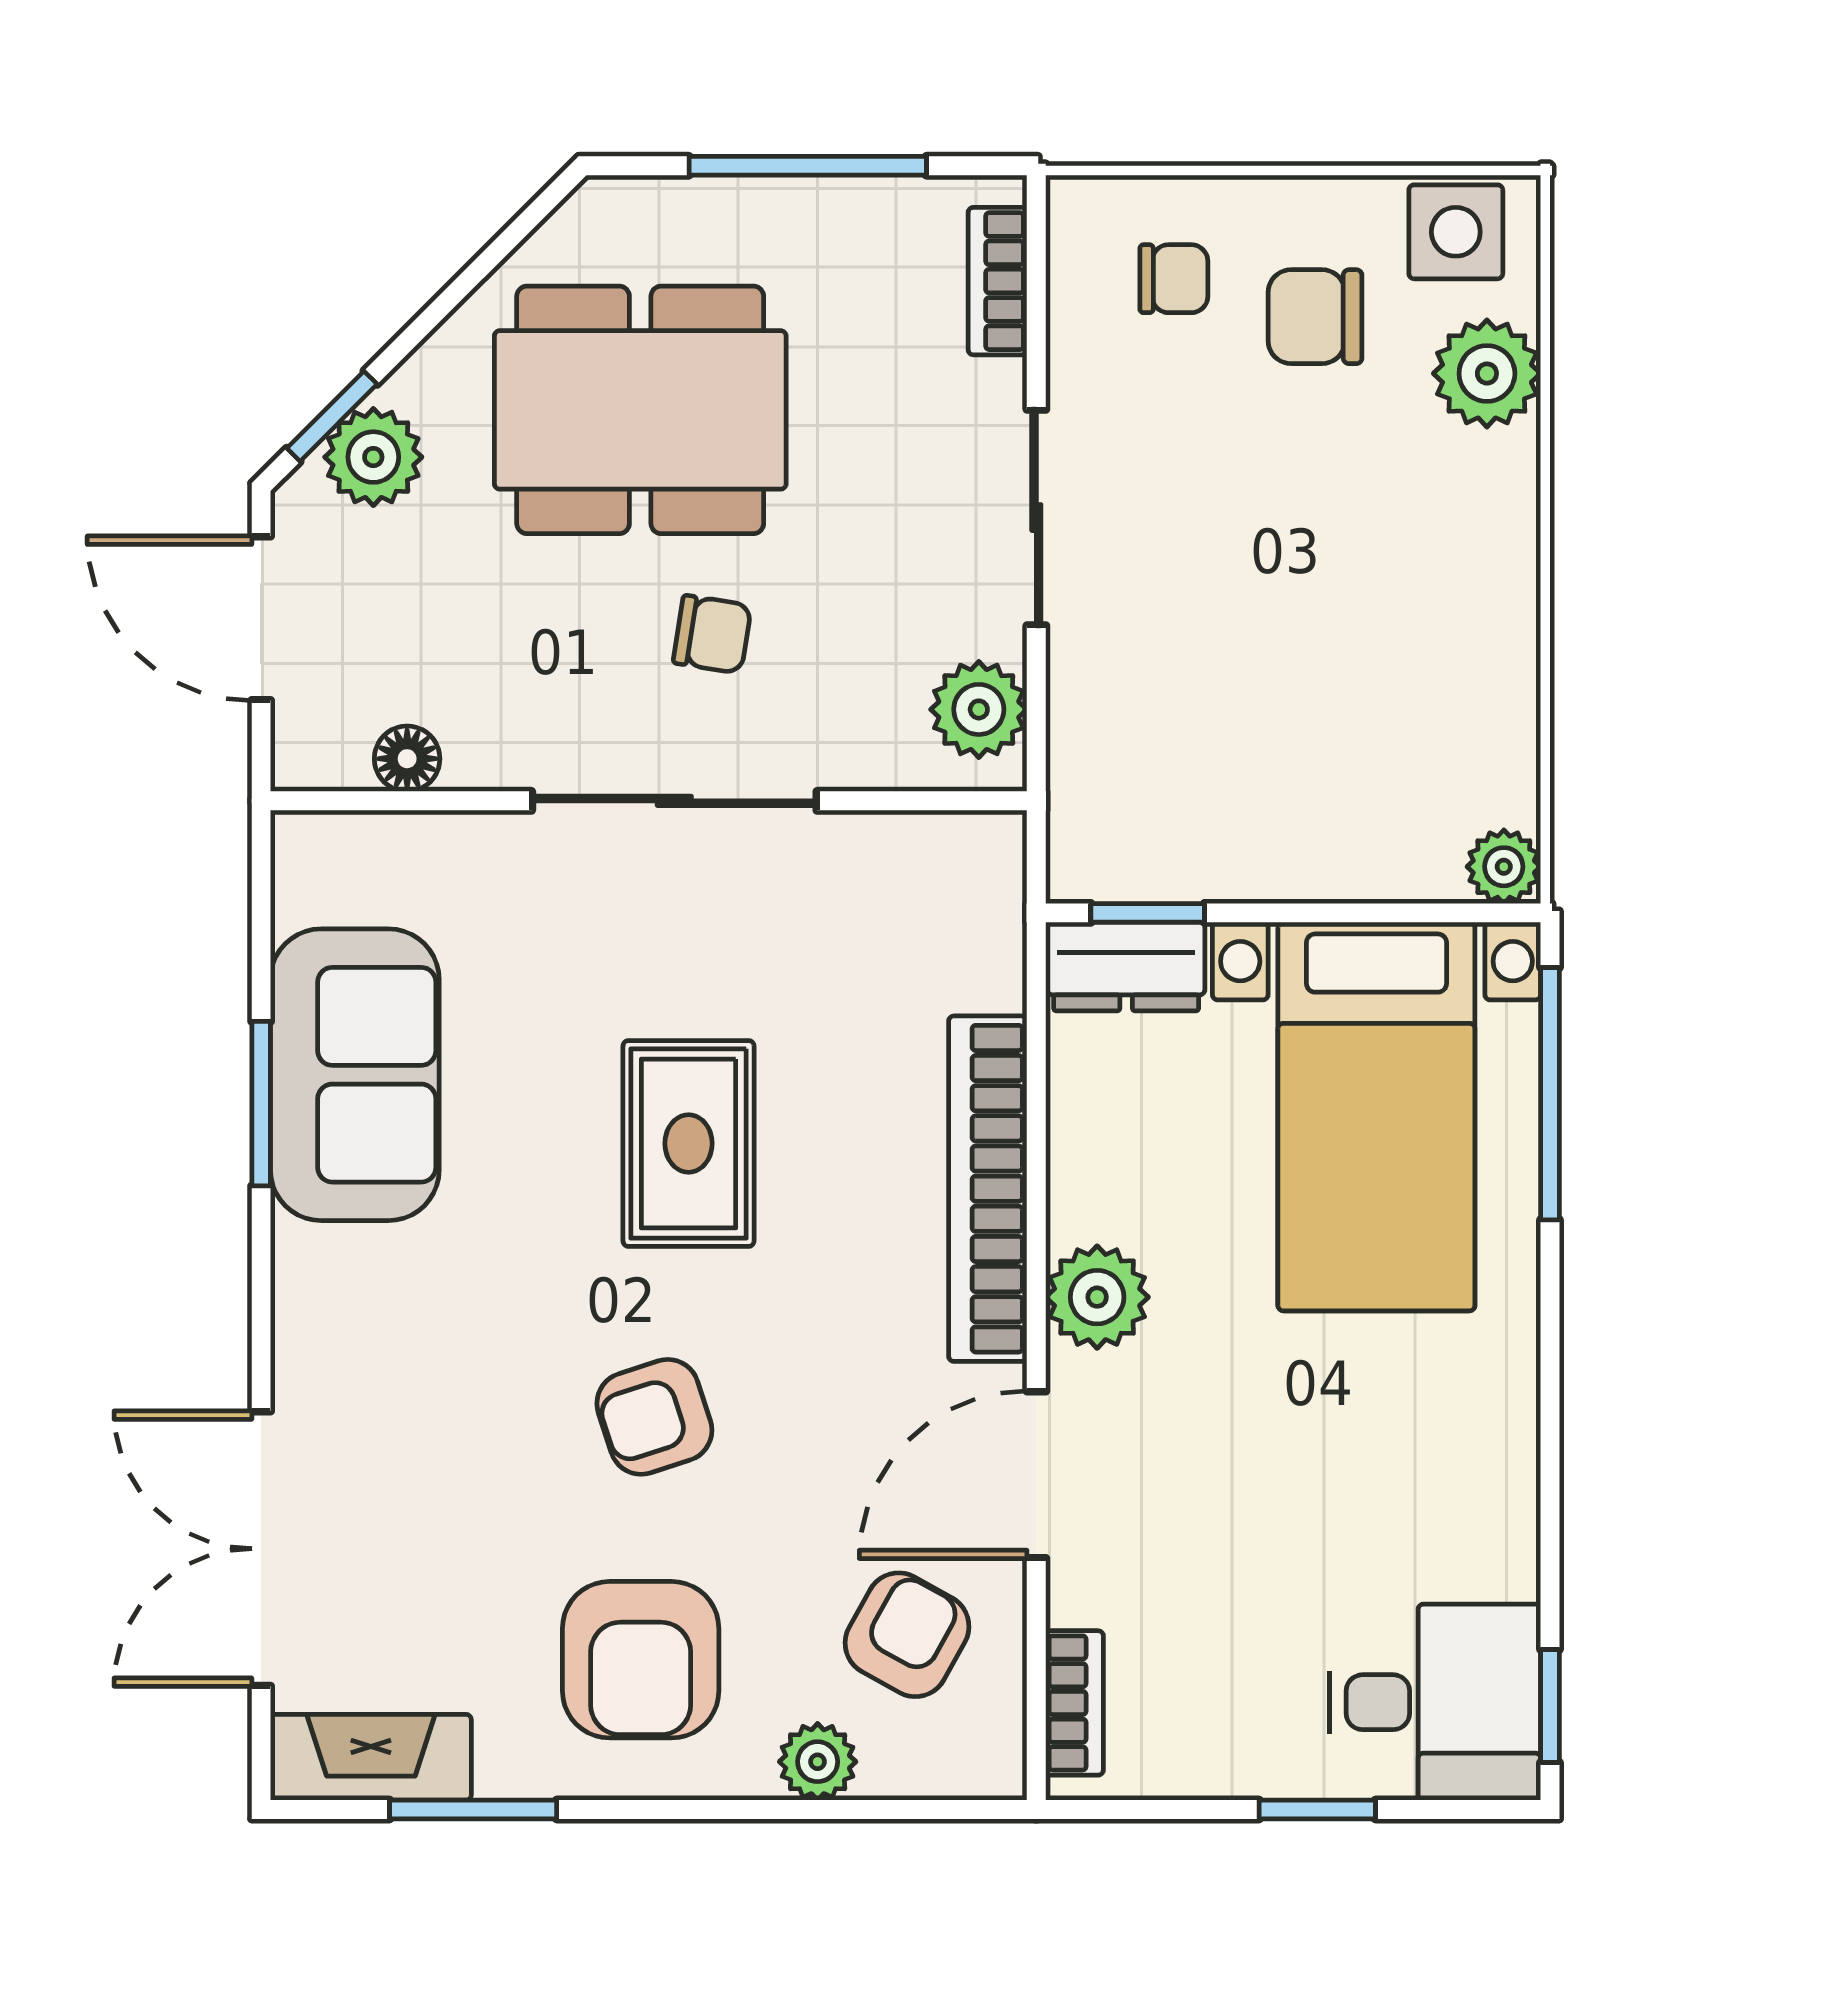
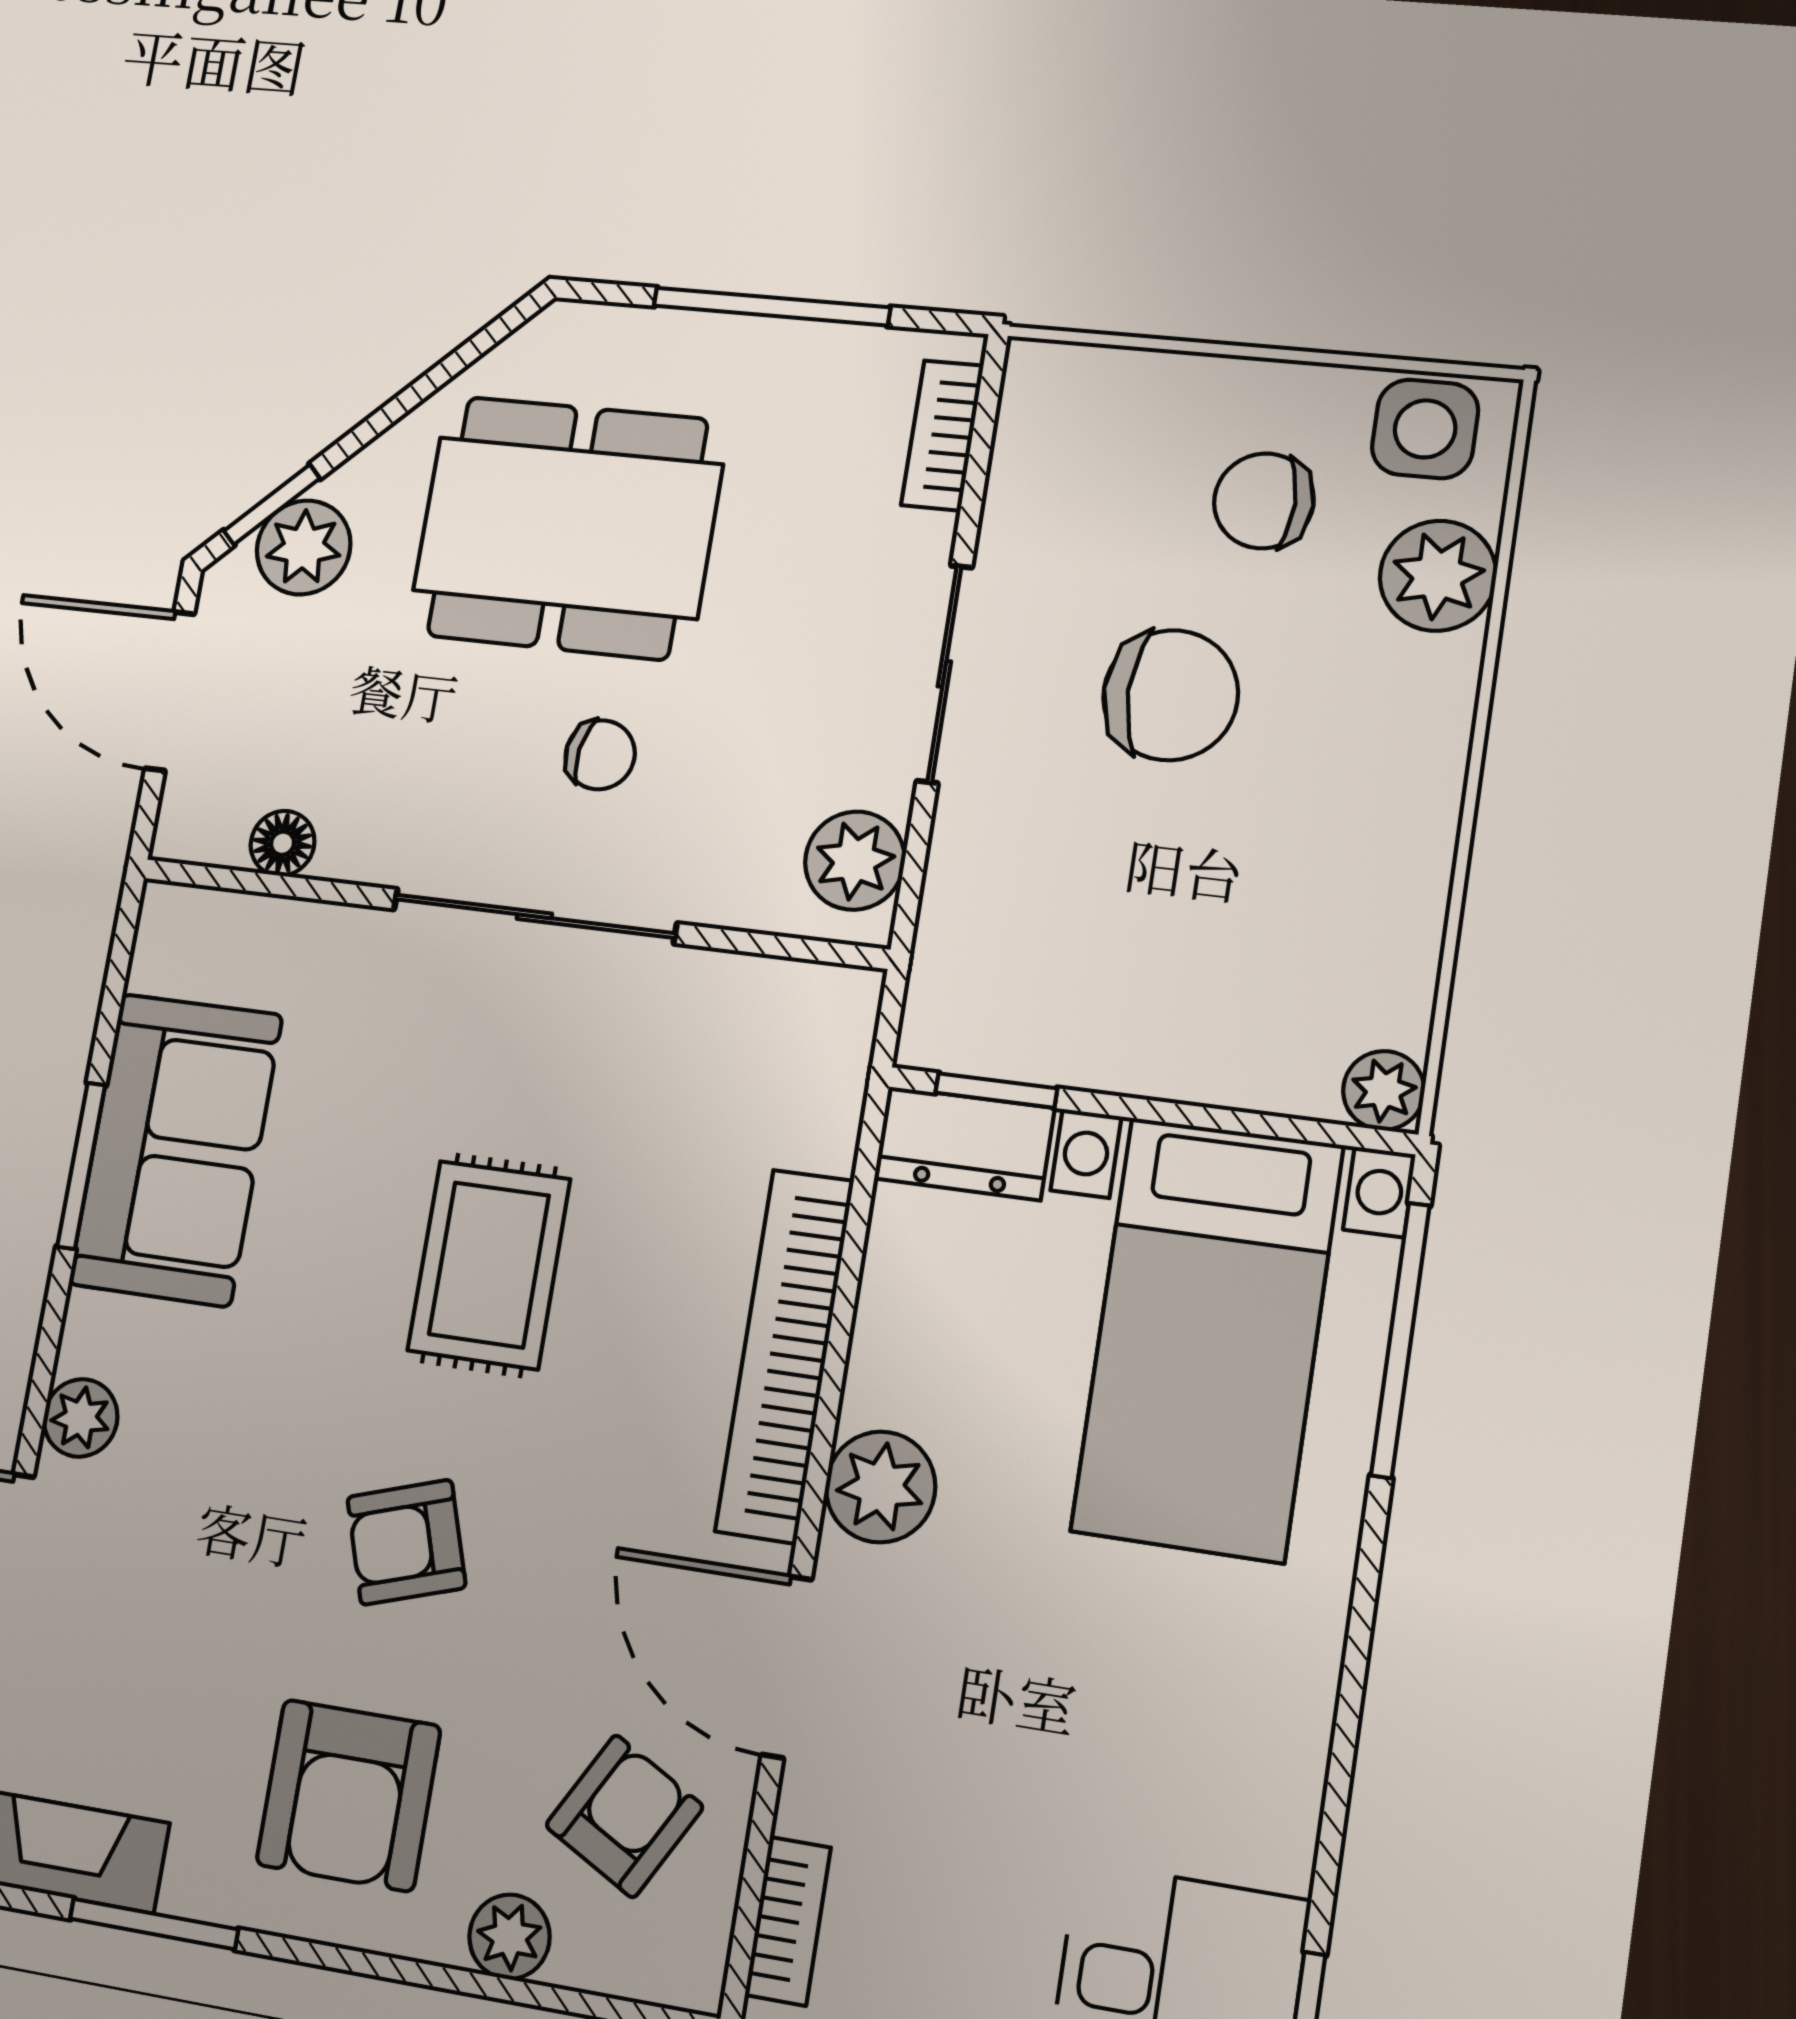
chair: (1174, 279) -> (1171, 695), moved, width x1.87, depth x1.87
plant: (308, 1348) -> (81, 1418), added
door: (1036, 1475) -> (787, 1667), hinge flipped

